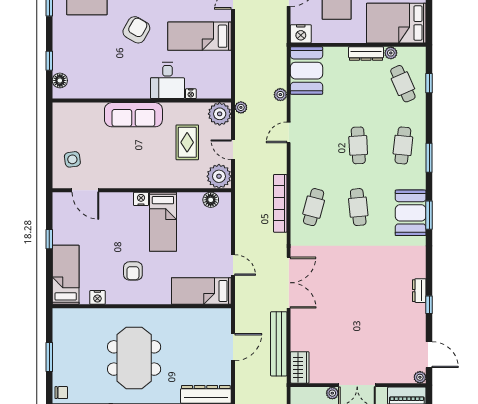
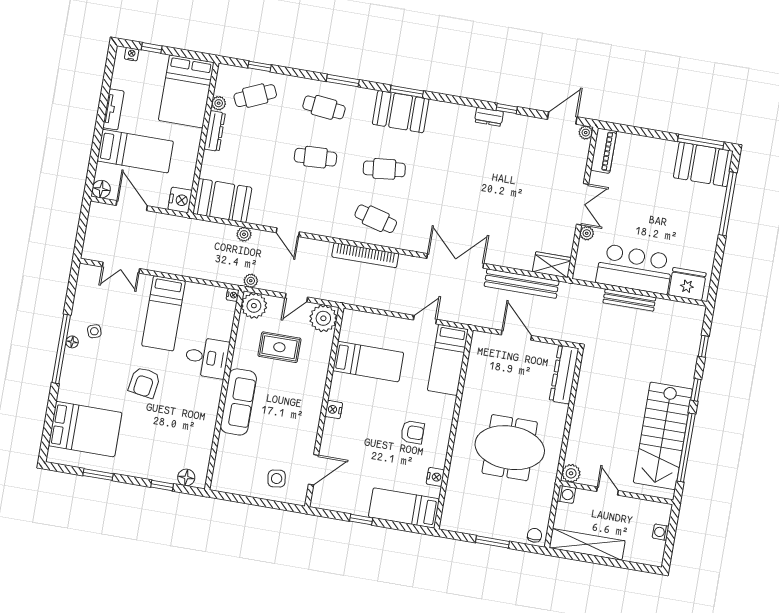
armchair: (136, 30) -> (144, 382), turned -111
nightstand: (191, 94) -> (233, 295), moved
floor lamp: (211, 200) -> (348, 332), removed
bed: (163, 222) -> (368, 362), moved

